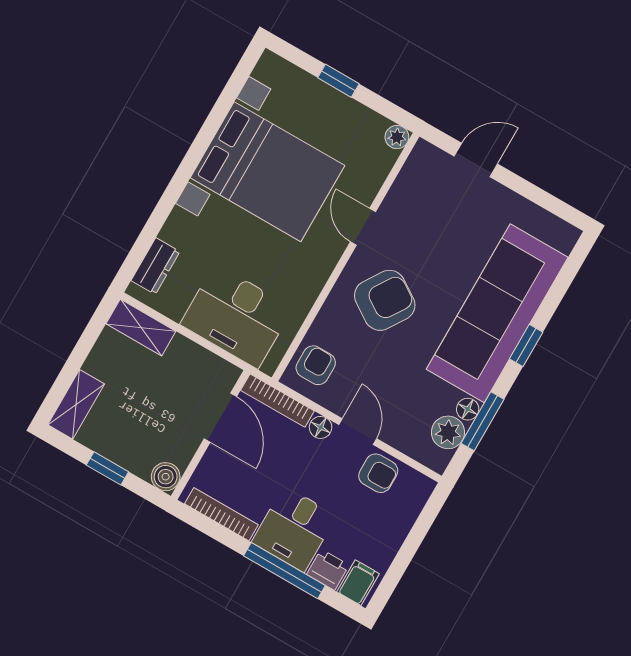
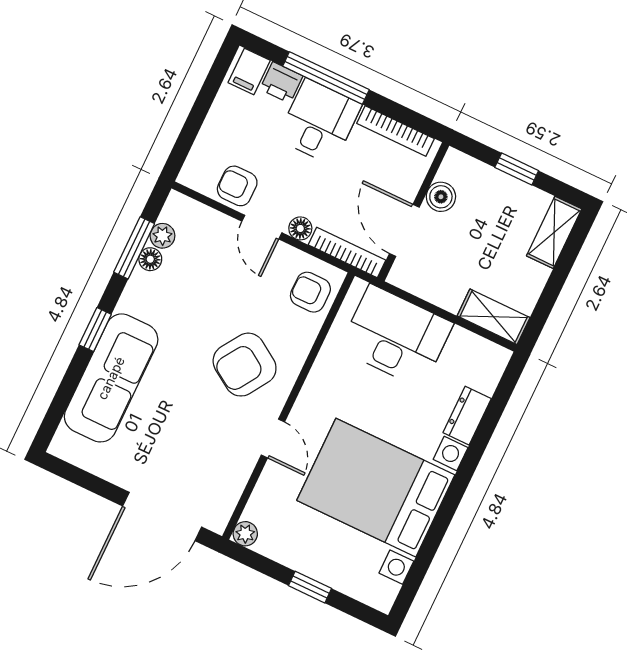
door: (476, 160) -> (162, 517), width x1.88
dresser: (155, 266) -> (467, 416), moved
sofa: (497, 313) -> (111, 378), width x0.74, depth x0.79
armchair: (316, 365) -> (310, 292), turned 90
plant: (448, 432) -> (162, 236), width x0.73, depth x0.73
boiler: (166, 477) -> (441, 197), moved

